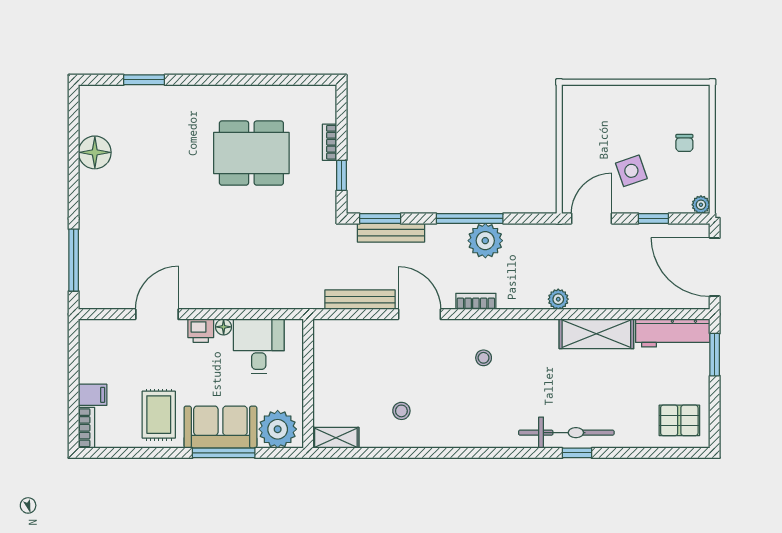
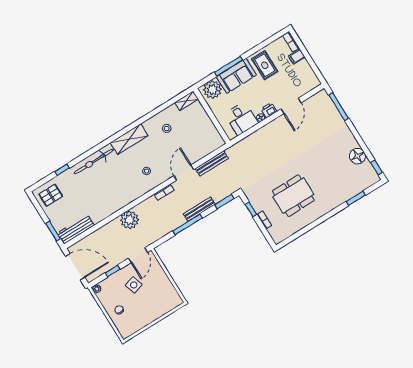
window: (74, 112) -> (376, 167), added
bench: (391, 233) -> (199, 209), moved
plant: (485, 241) -> (176, 219), removed
plant: (558, 299) -> (130, 220), width x1.87, depth x1.87
door: (419, 314) -> (184, 173), swing flipped
shelving: (596, 334) -> (129, 139), moved
window: (577, 453) -> (62, 170), moved

